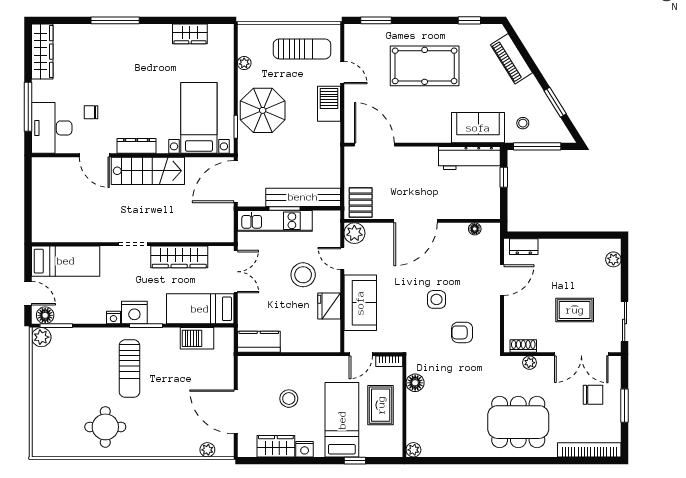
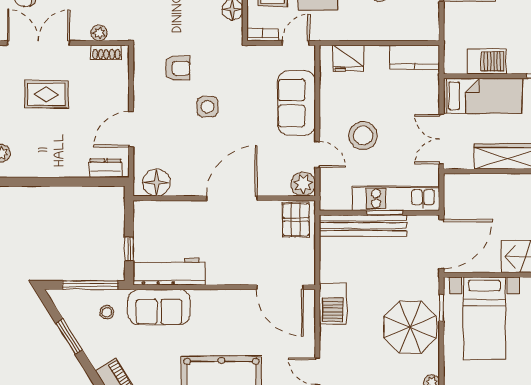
barbecue: (329, 104) -> (333, 304), moved
floor lamp: (475, 229) -> (157, 183), width x1.89, depth x1.89
fridge: (329, 306) -> (348, 58), moved, turned 90

